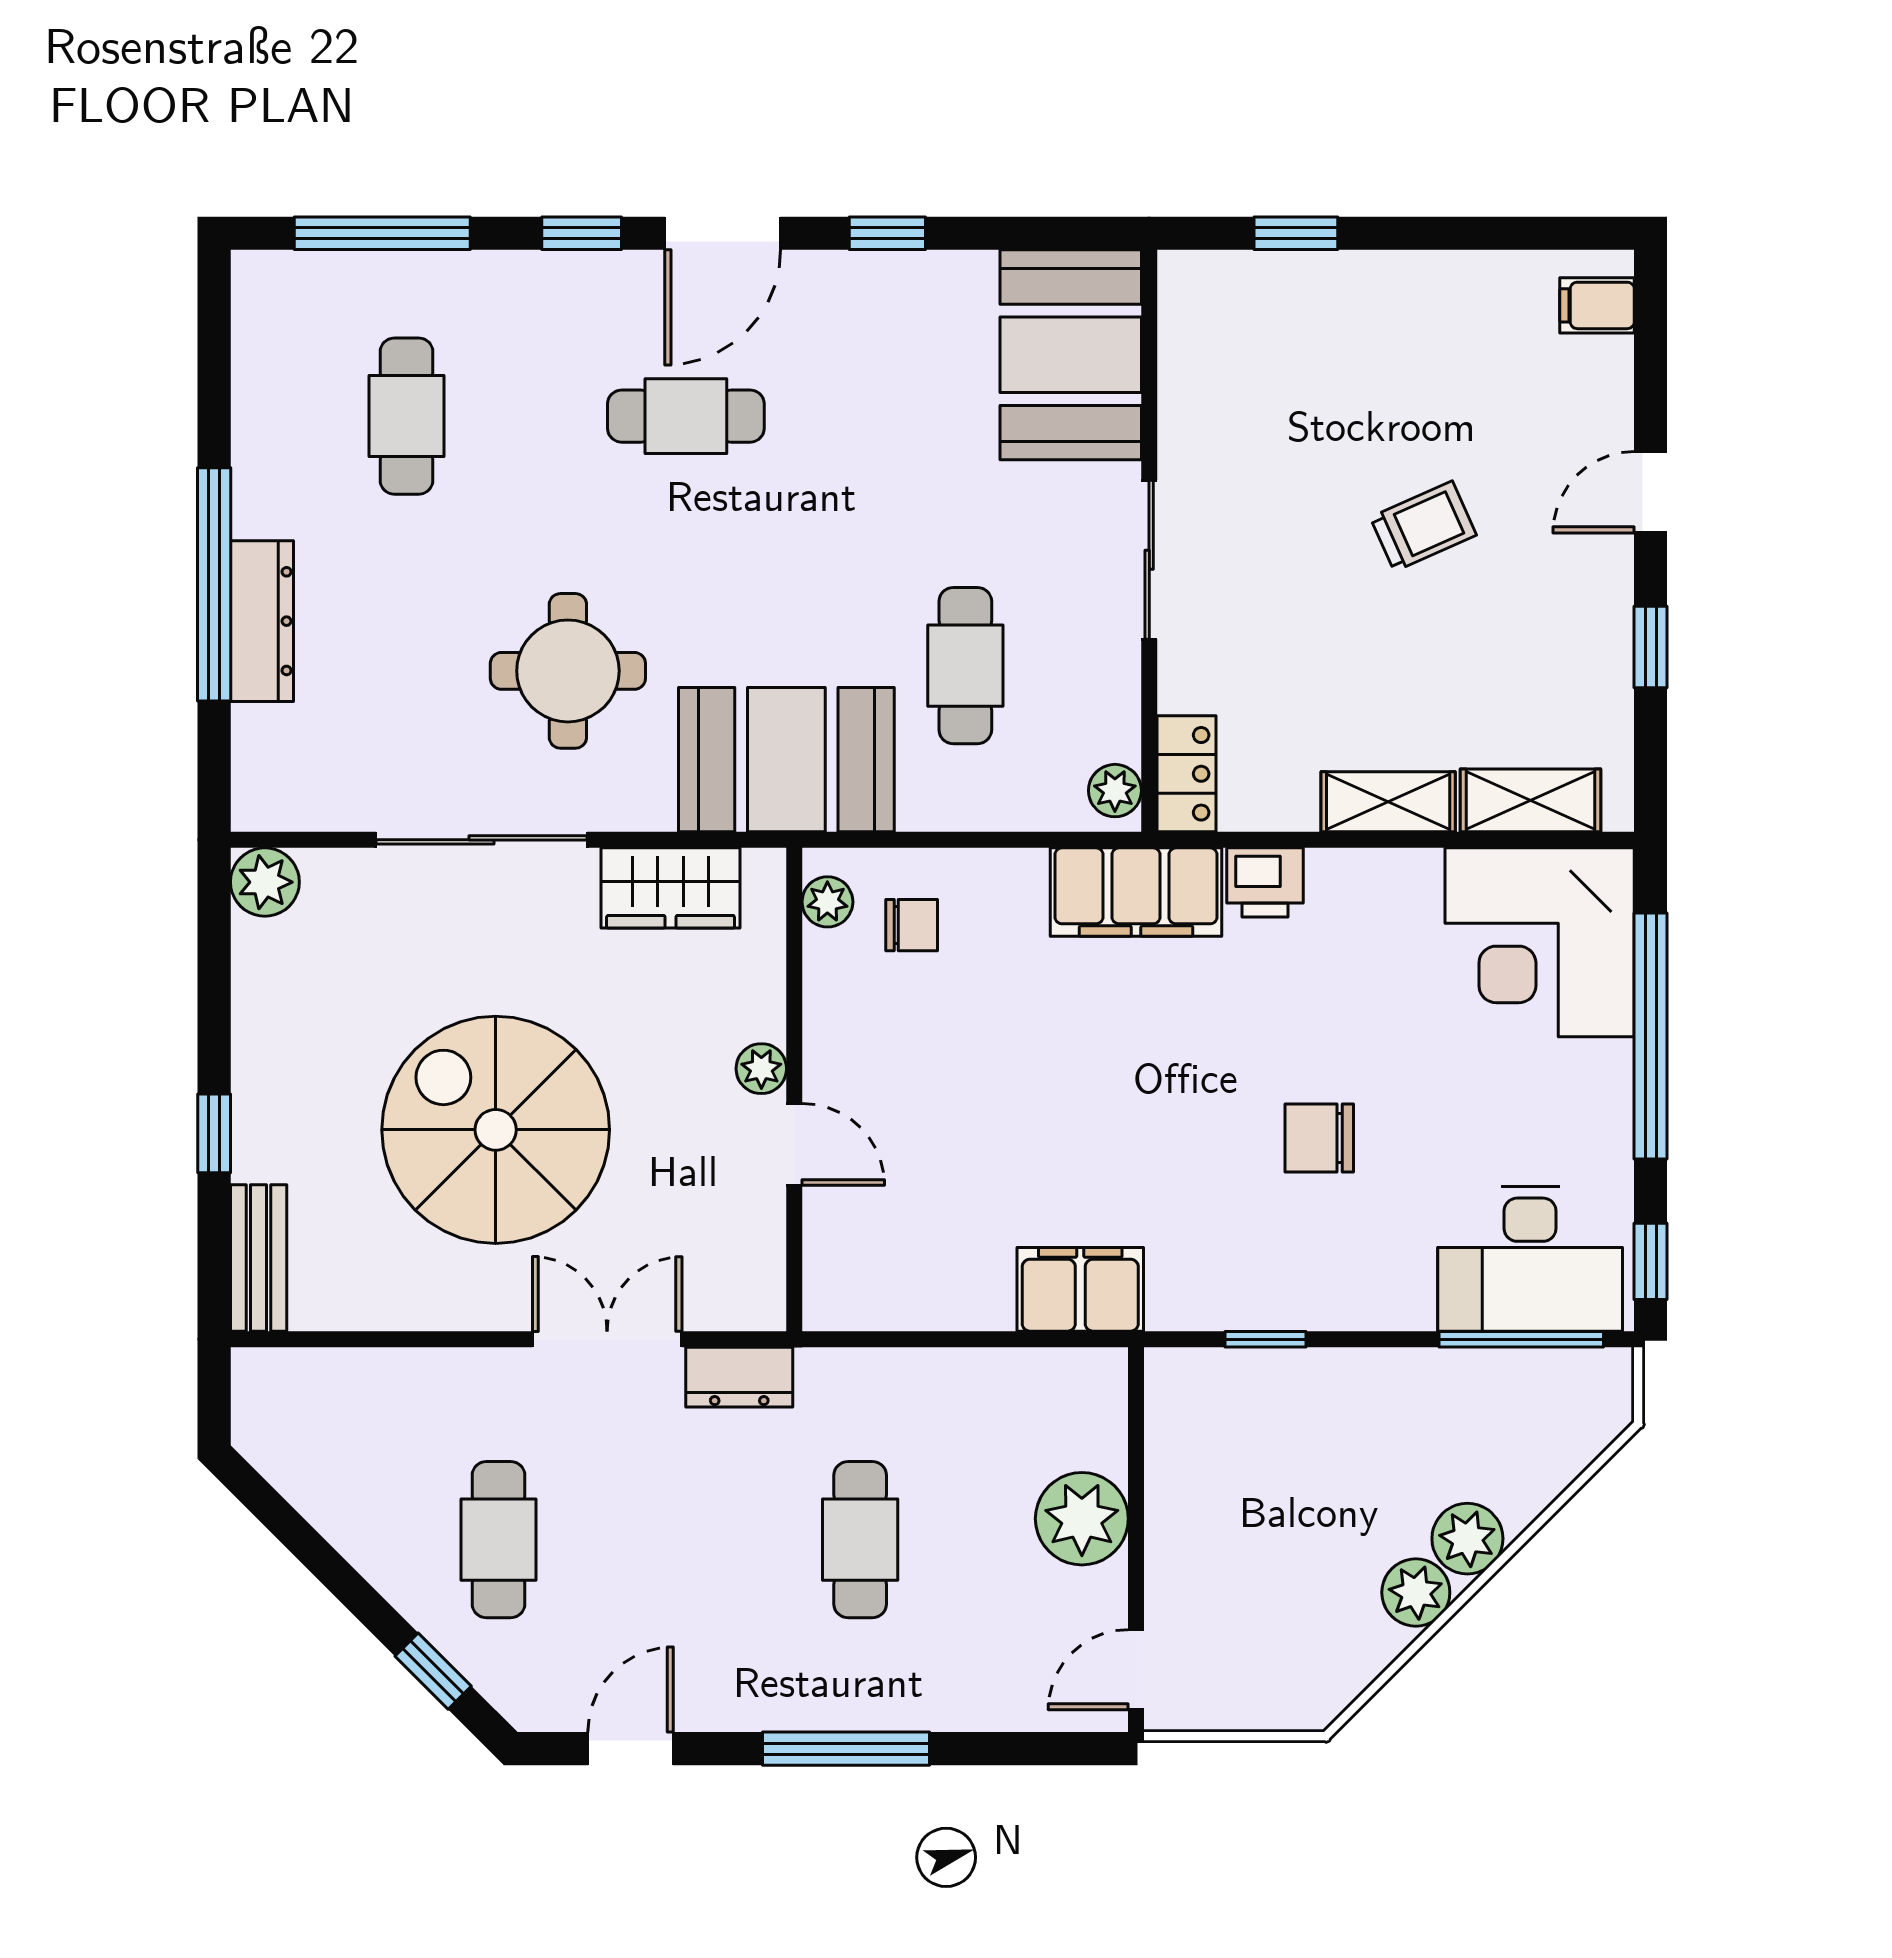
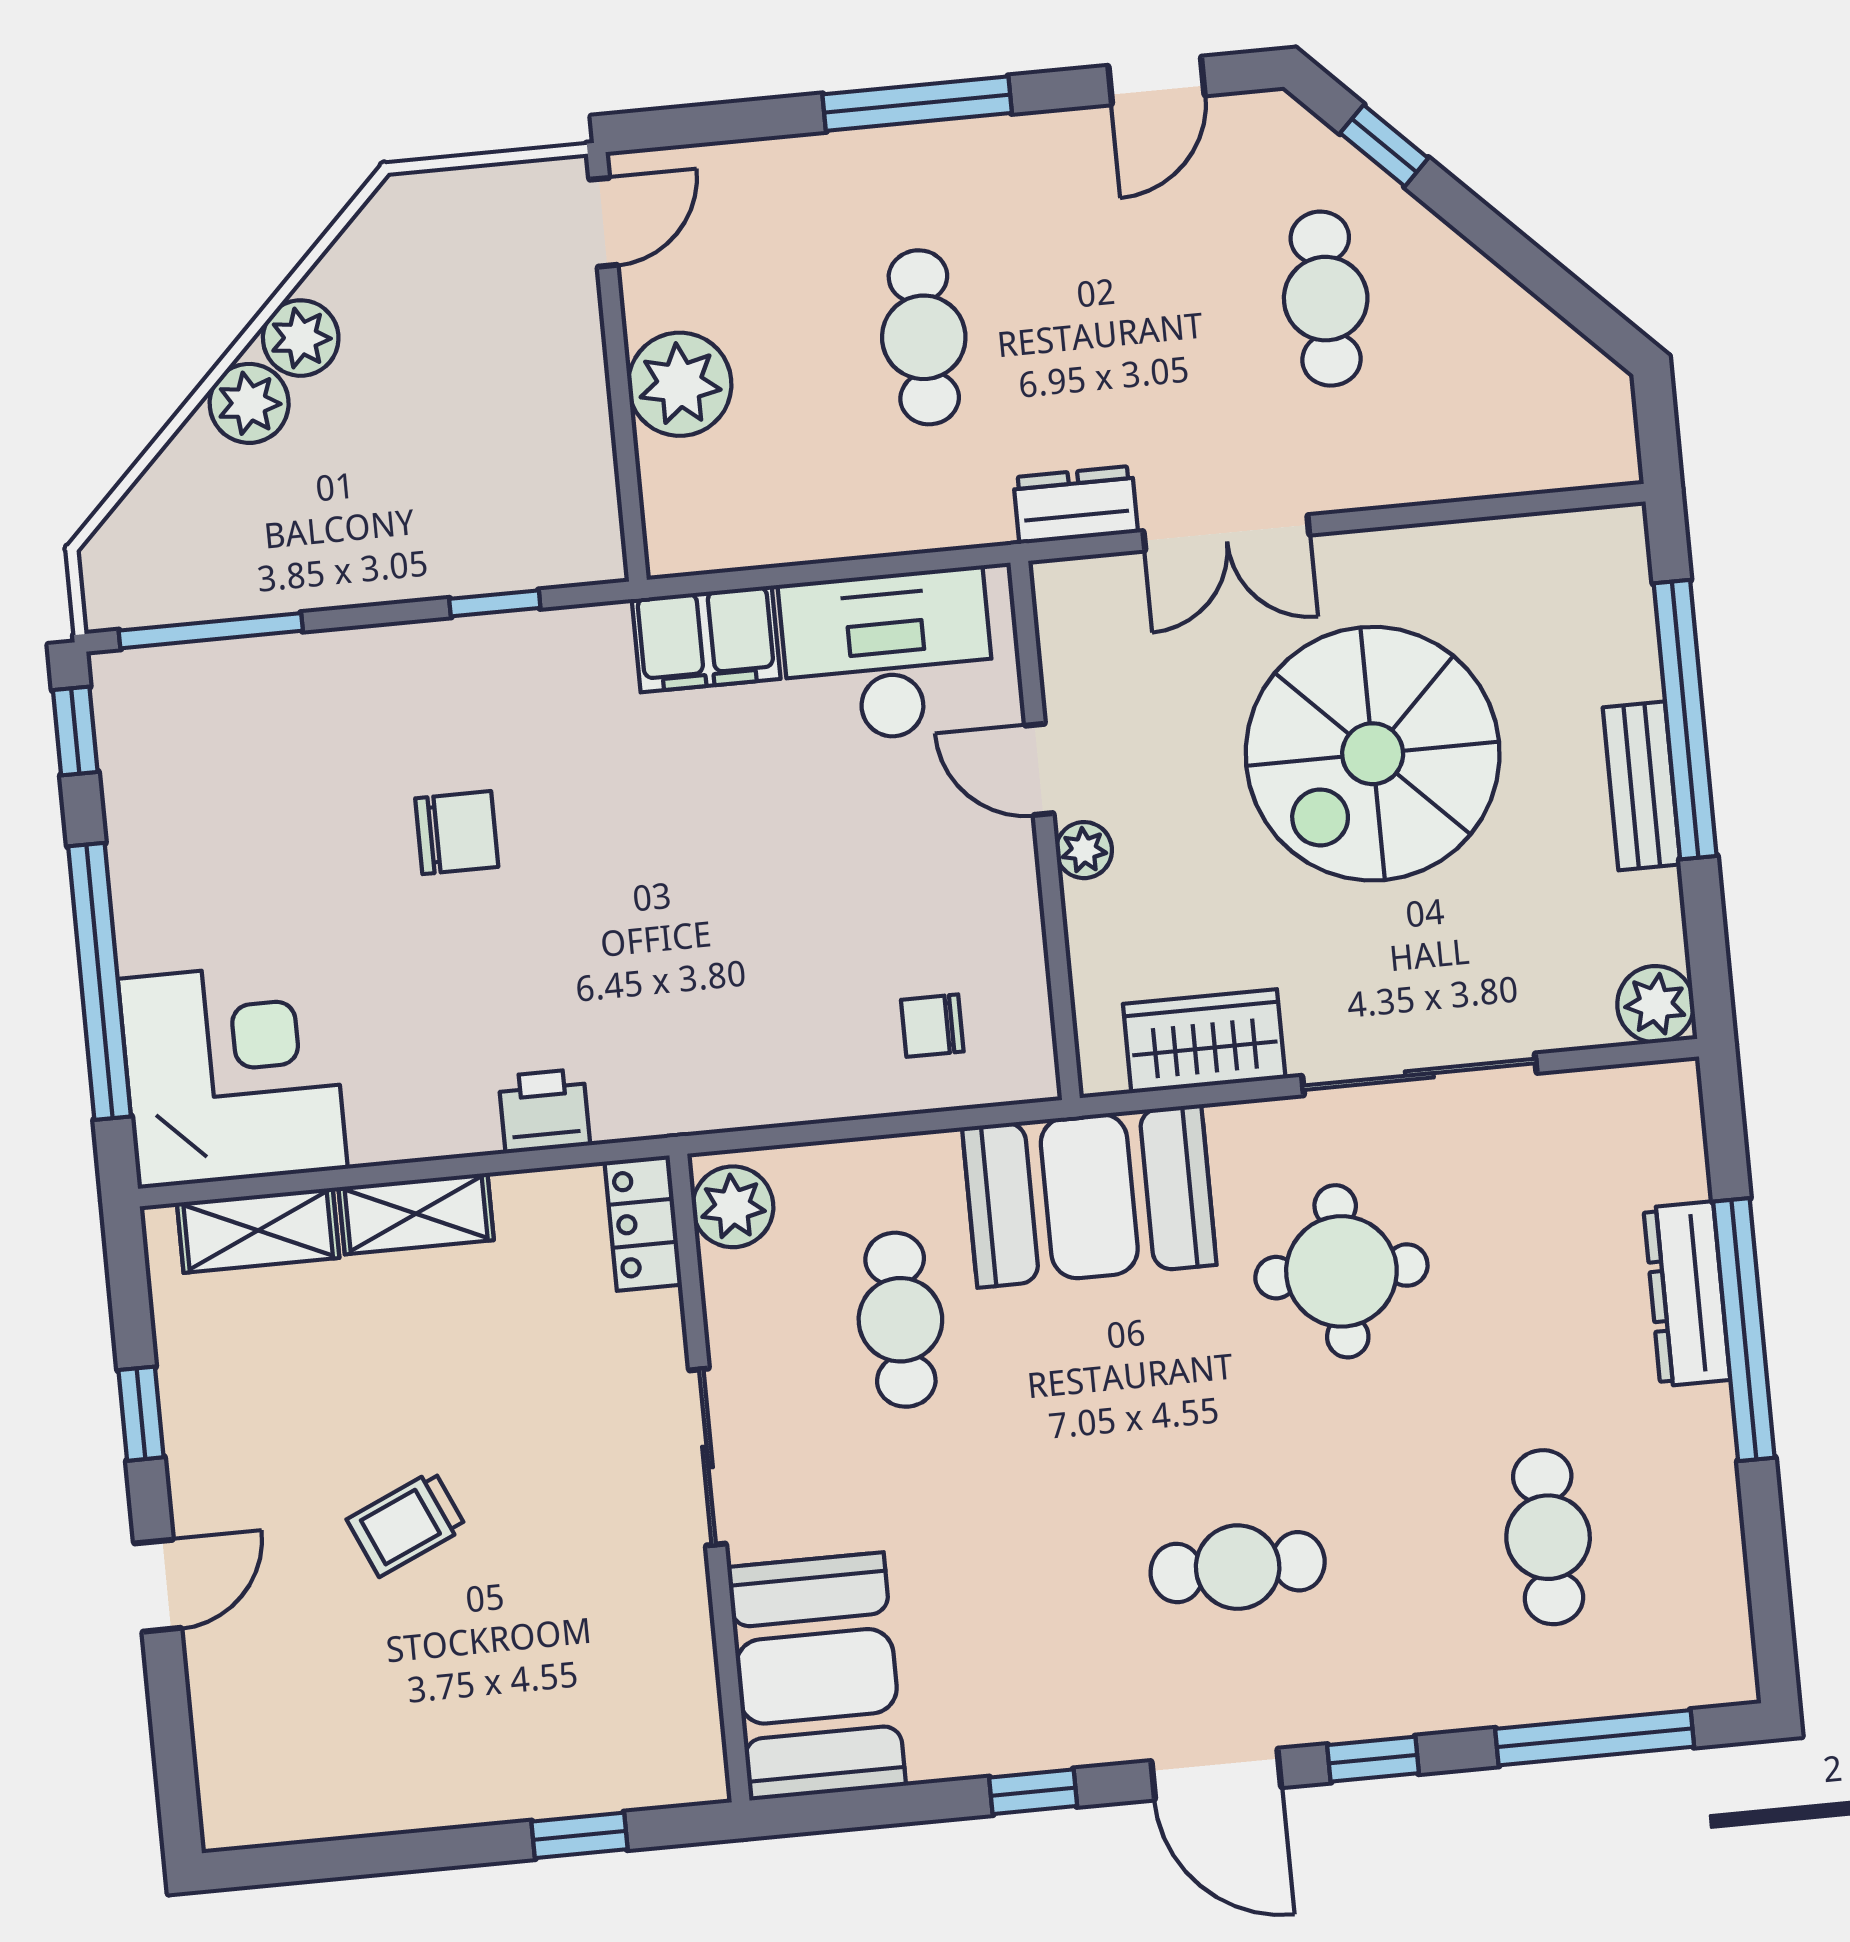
door: (723, 233) -> (1216, 1774), swing flipped
filing cabinet: (1597, 305) -> (237, 1788), removed
plant: (1115, 791) -> (733, 1207), width x1.38, depth x1.38
filing cabinet: (1136, 892) -> (687, 1086), removed
plant: (827, 902) -> (1028, 1043), removed
spiral stairs: (496, 1130) -> (1373, 754), turned 90
window: (214, 1133) -> (1685, 720), width x3.17
bench: (259, 1258) -> (1642, 786), moved
desk: (1530, 1259) -> (888, 656), moved

